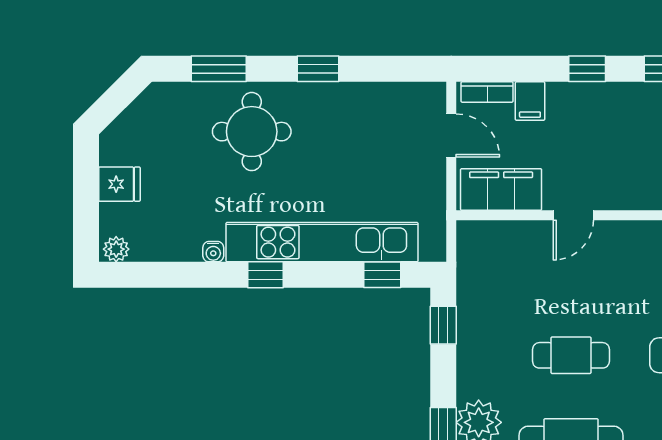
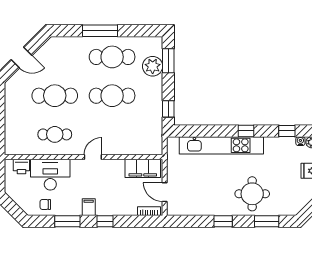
filing cabinet: (530, 101) -> (89, 207), moved
door: (573, 215) -> (93, 157), moved
water cooler: (213, 252) -> (300, 141), moved
window: (382, 275) -> (287, 131), moved
cafe table: (571, 355) -> (112, 96), width x1.37, depth x1.35

